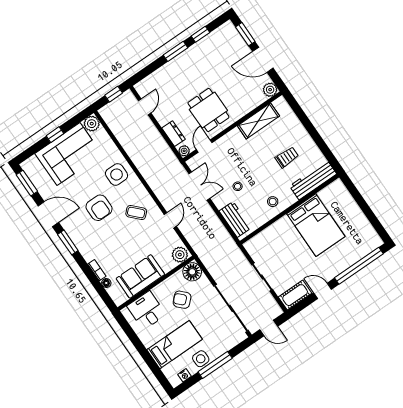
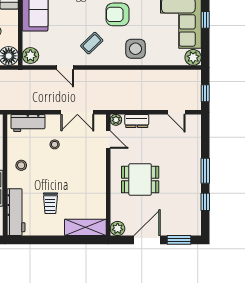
dining table: (208, 110) -> (140, 179), moved
shelving: (258, 121) -> (85, 227), moved, turned 90

